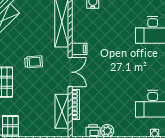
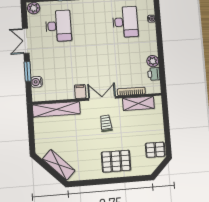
trolley: (34, 62) -> (106, 123), moved

